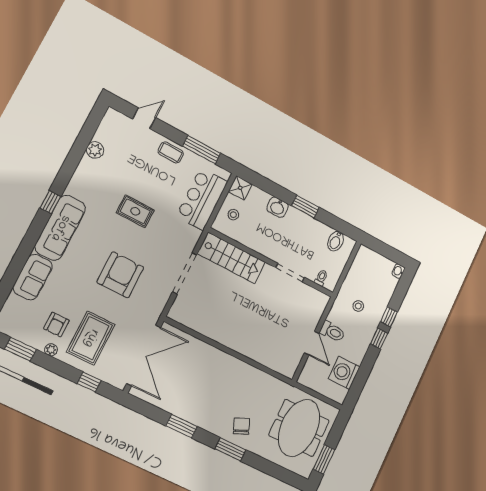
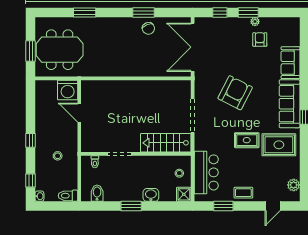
plant: (95, 150) -> (294, 185), moved
window: (202, 150) -> (223, 206), width x0.69
armchair: (120, 275) -> (235, 93), turned -153
window: (389, 317) -> (31, 181), moved
toilet: (332, 332) -> (68, 196), moved
rug: (91, 338) -> (279, 145), moved, turned 90
window: (21, 349) -> (248, 12), moved
washing machine: (344, 373) -> (68, 90), moved, turned 90
chair: (241, 426) -> (148, 28), moved
meeting table: (299, 428) -> (60, 50), turned 90
window: (230, 449) -> (85, 12), moved
window: (324, 459) -> (31, 51), moved

